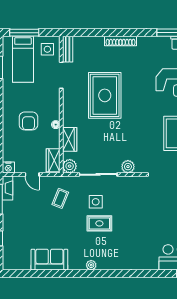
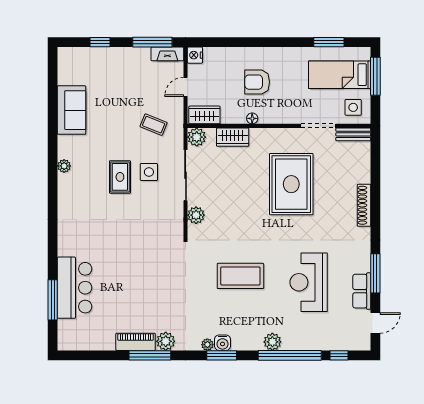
rug: (105, 95) -> (291, 184), turned 90

